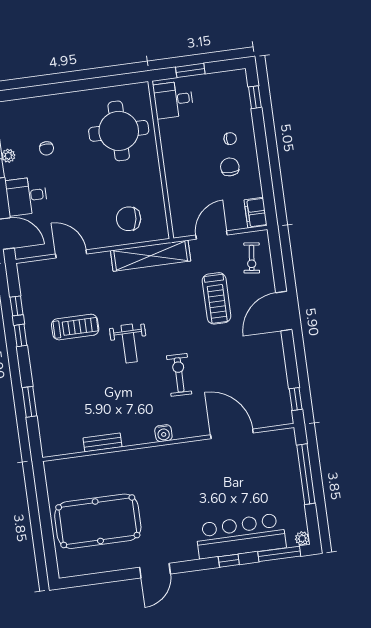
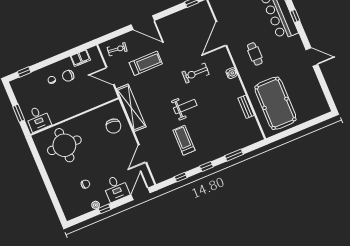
filing cabinet: (256, 213) -> (80, 58), moved
window: (21, 335) -> (206, 167), moved
cafe table: (185, 479) -> (255, 54), added
pool table: (98, 521) -> (275, 103), moved

